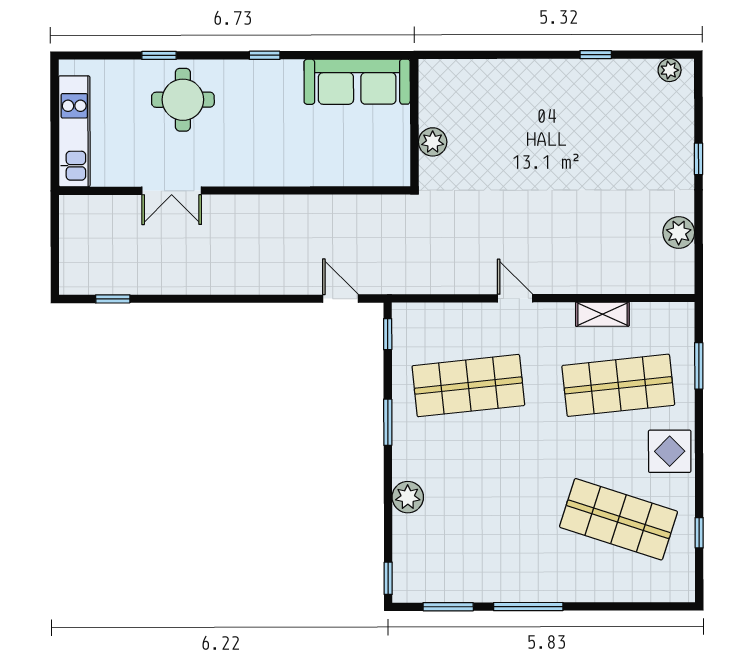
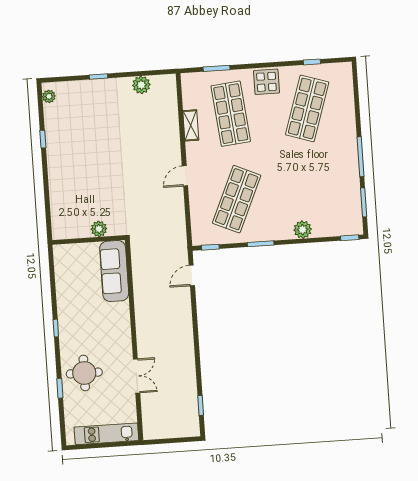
sofa: (357, 82) -> (114, 271), moved, turned 180
shop shelf: (468, 386) -> (237, 199), turned 30

